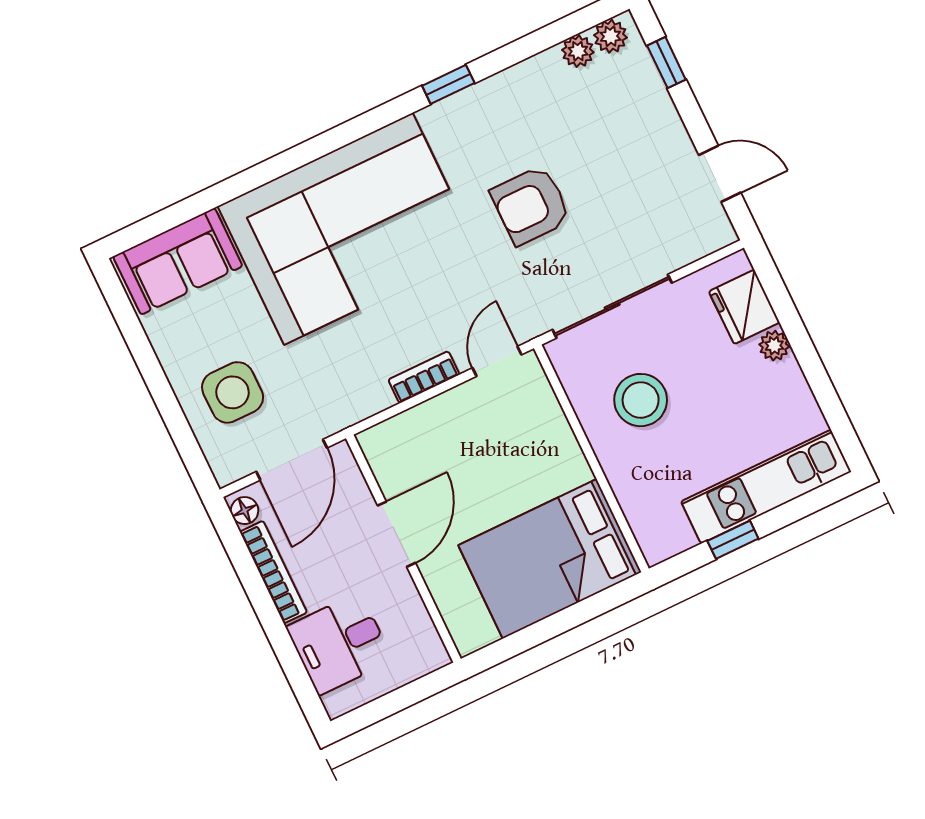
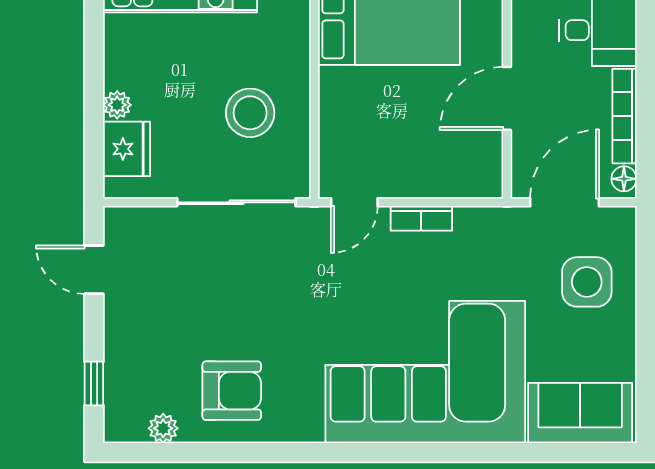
plant: (610, 36) -> (130, 428), removed
window: (448, 84) -> (284, 452), removed
armchair: (531, 205) -> (232, 391), moved

